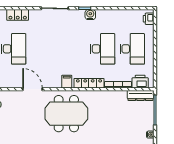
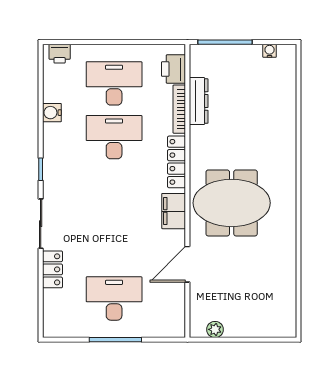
locker: (18, 15) -> (53, 269), moved
water cooler: (90, 15) -> (52, 113), moved
filing cabinet: (67, 82) -> (174, 211), width x2.00
dresser: (140, 95) -> (199, 101), moved
meeting table: (66, 114) -> (232, 203), turned 90

